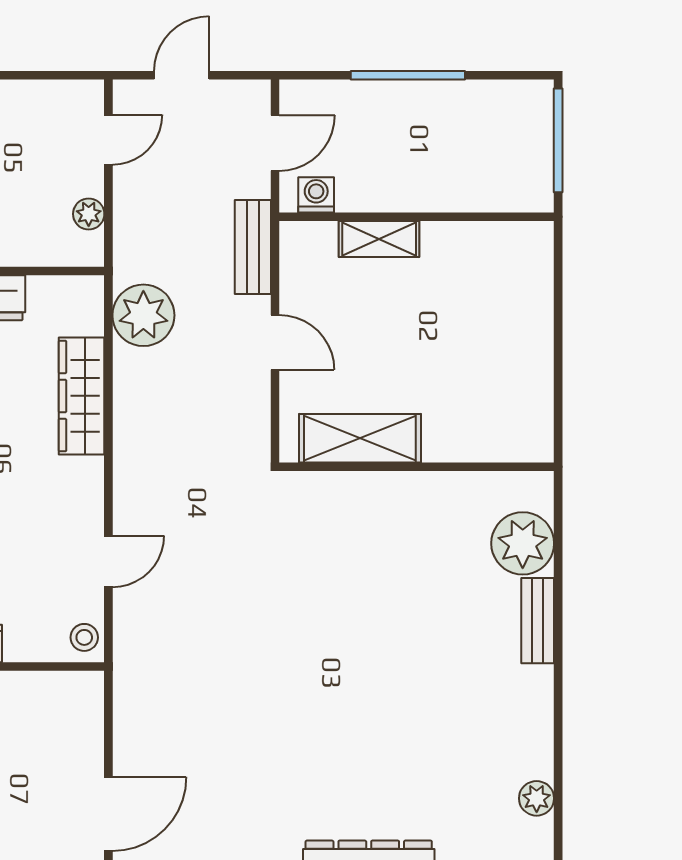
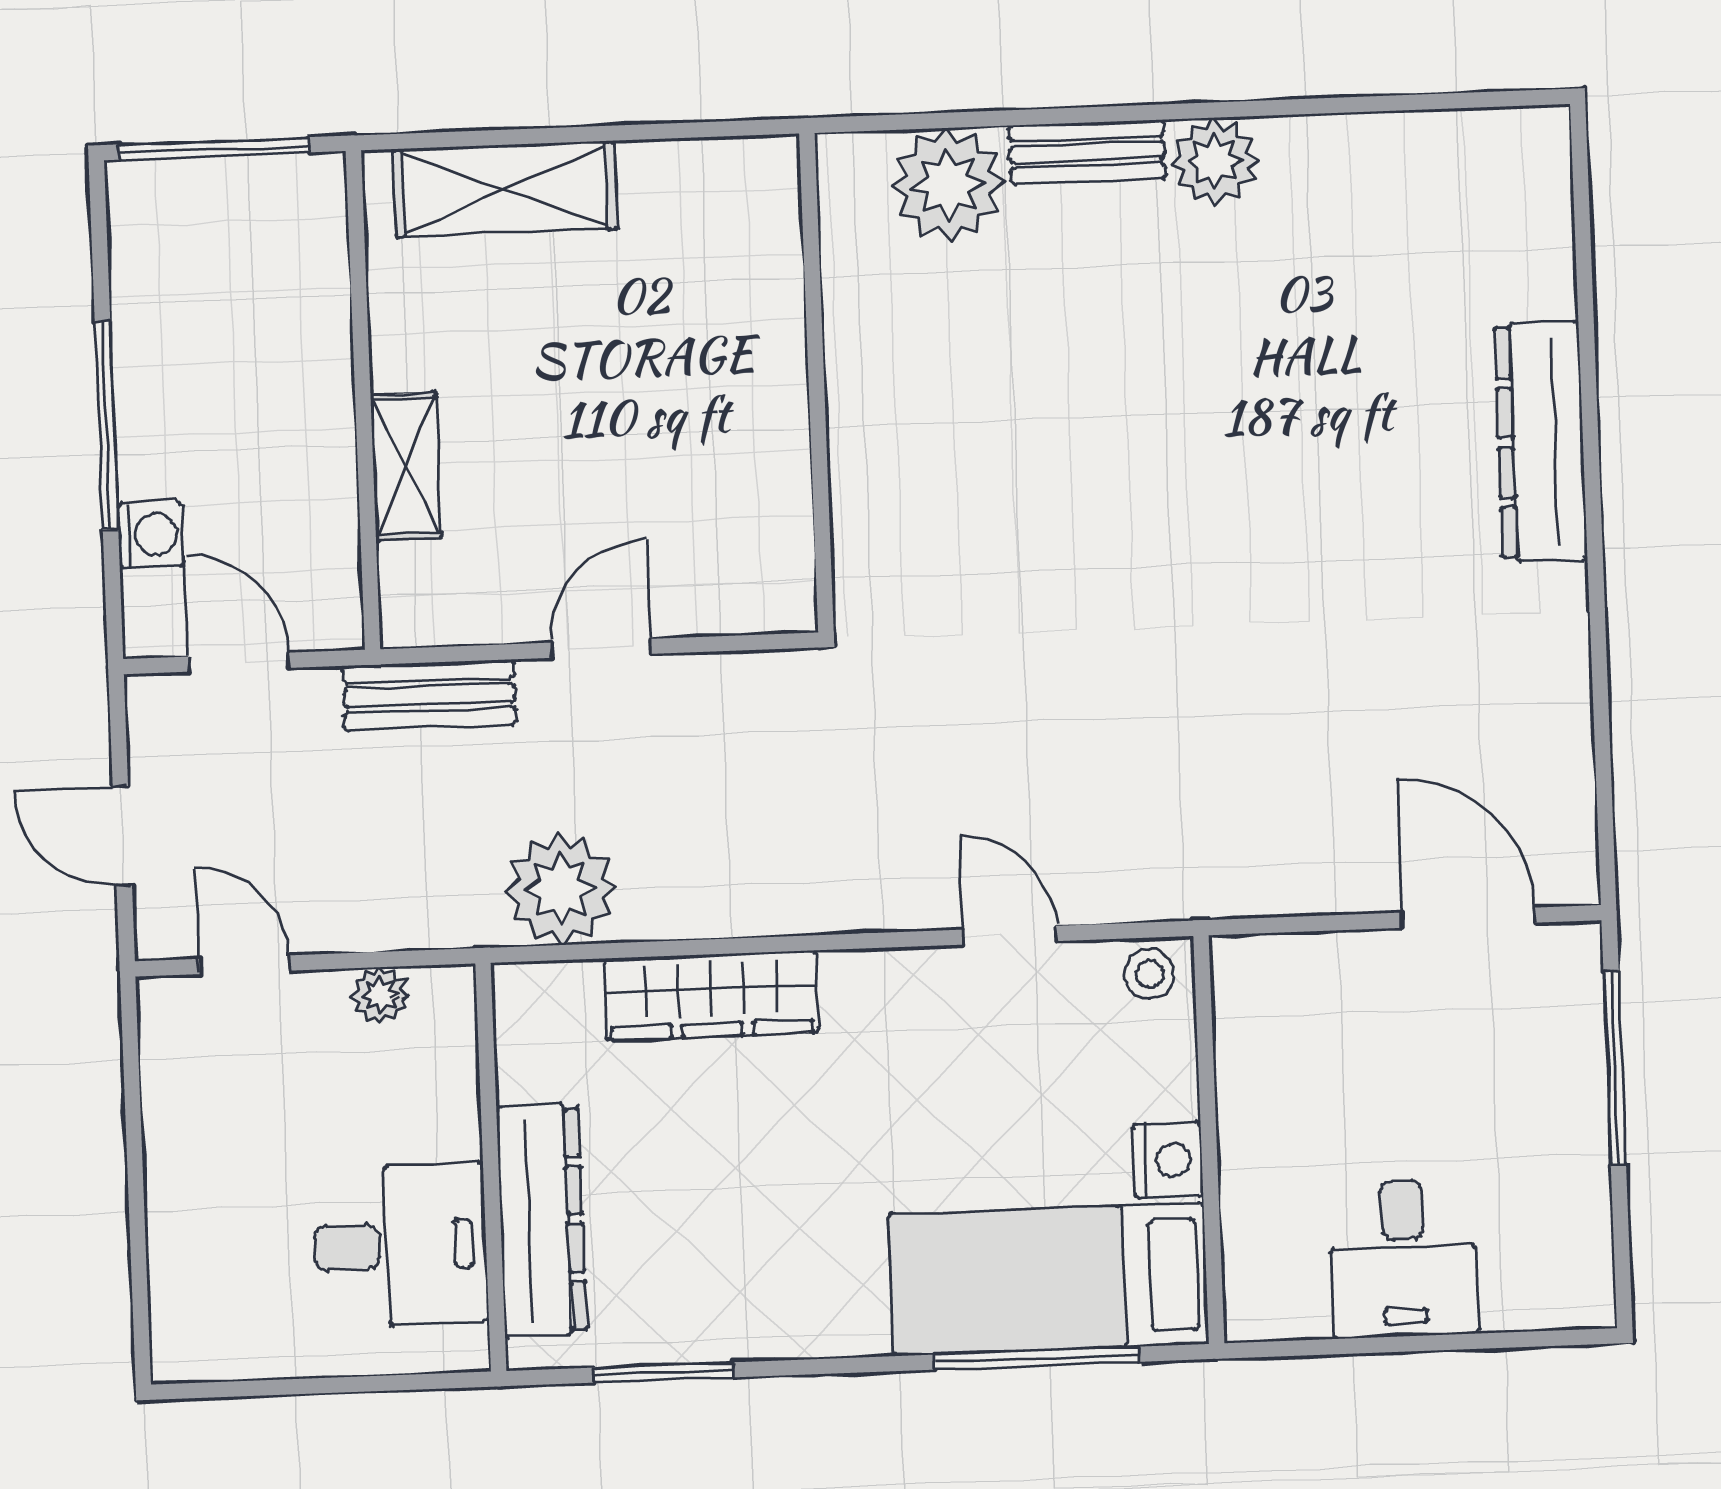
washing machine: (316, 195) -> (151, 535), moved, turned 180
shelving: (360, 438) -> (505, 189), moved, turned 90
plant: (537, 798) -> (1215, 161), moved, width x1.38, depth x1.38

